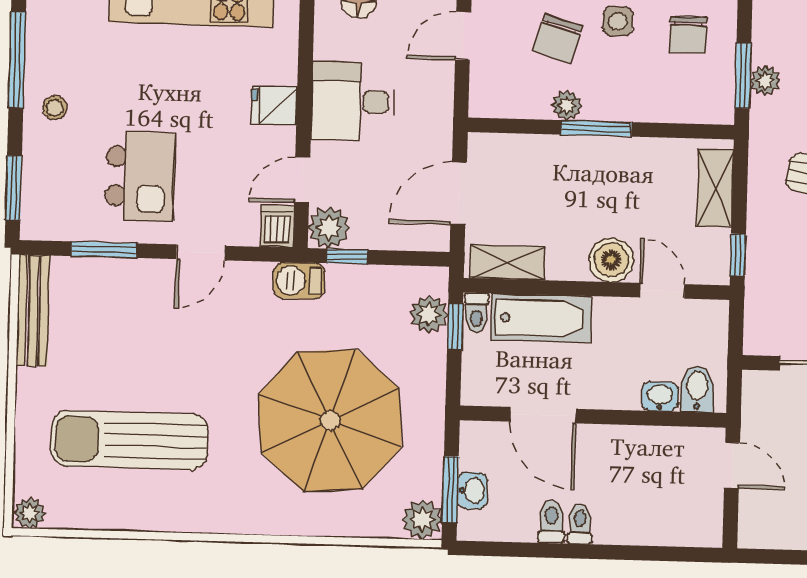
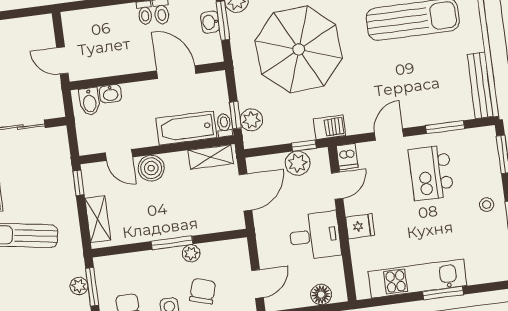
plant: (329, 228) -> (298, 163), moved

